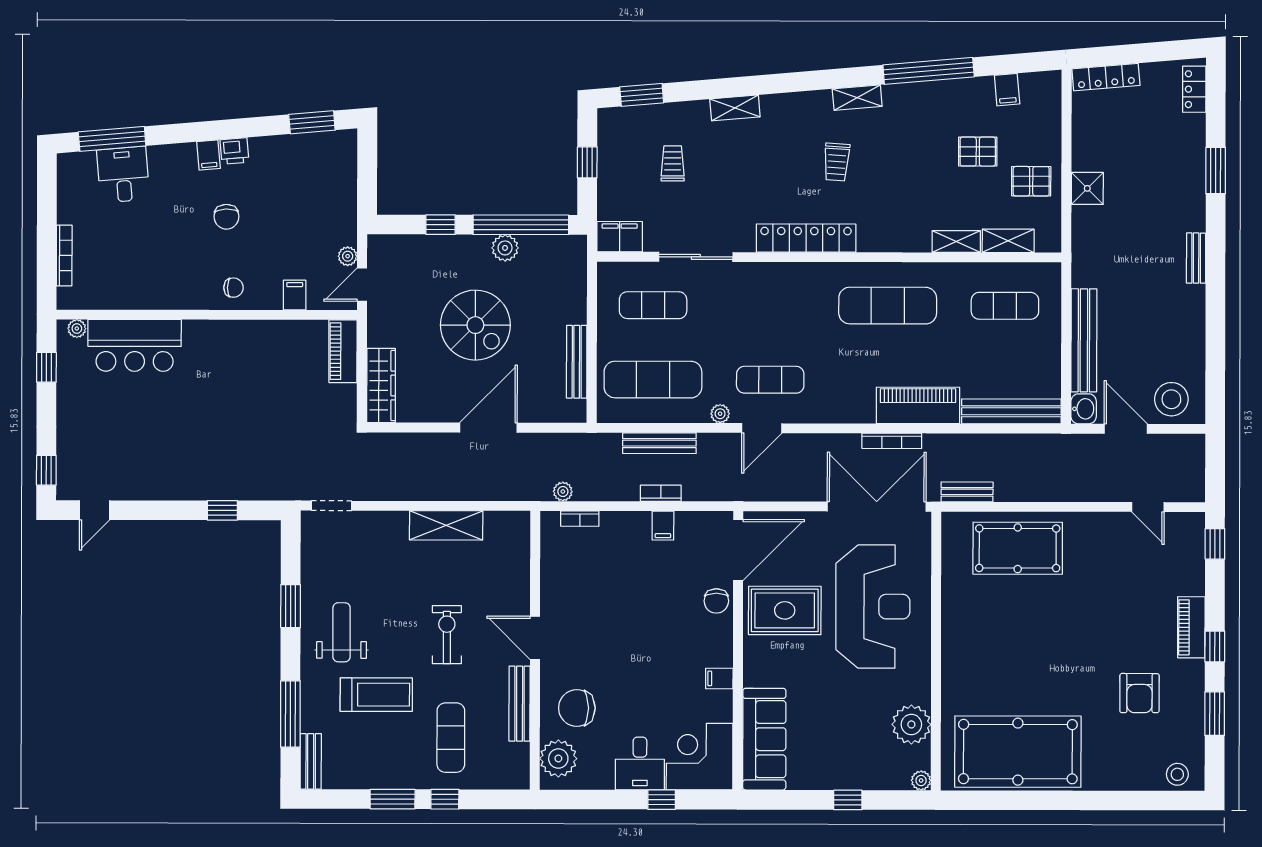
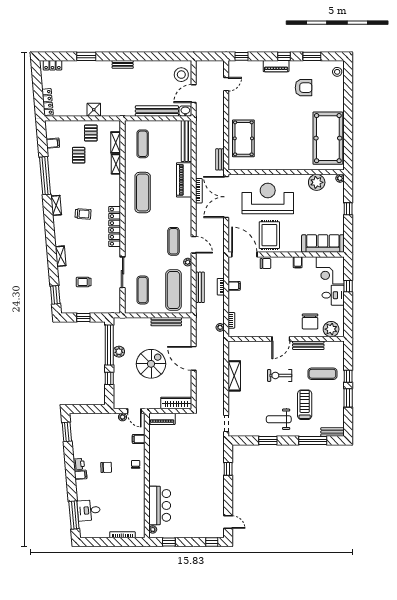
filing cabinet: (620, 237) -> (114, 304), removed

